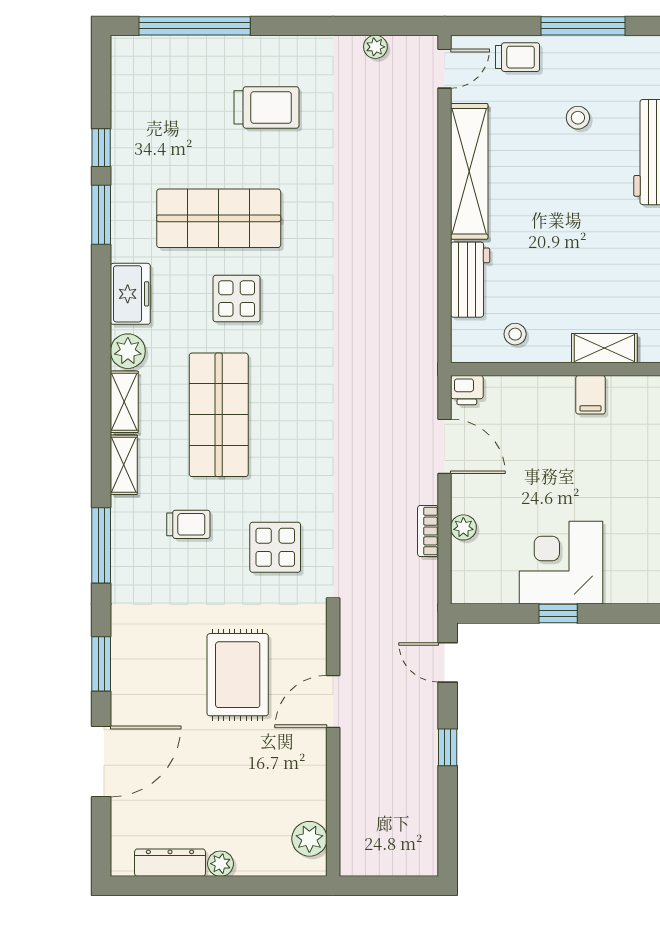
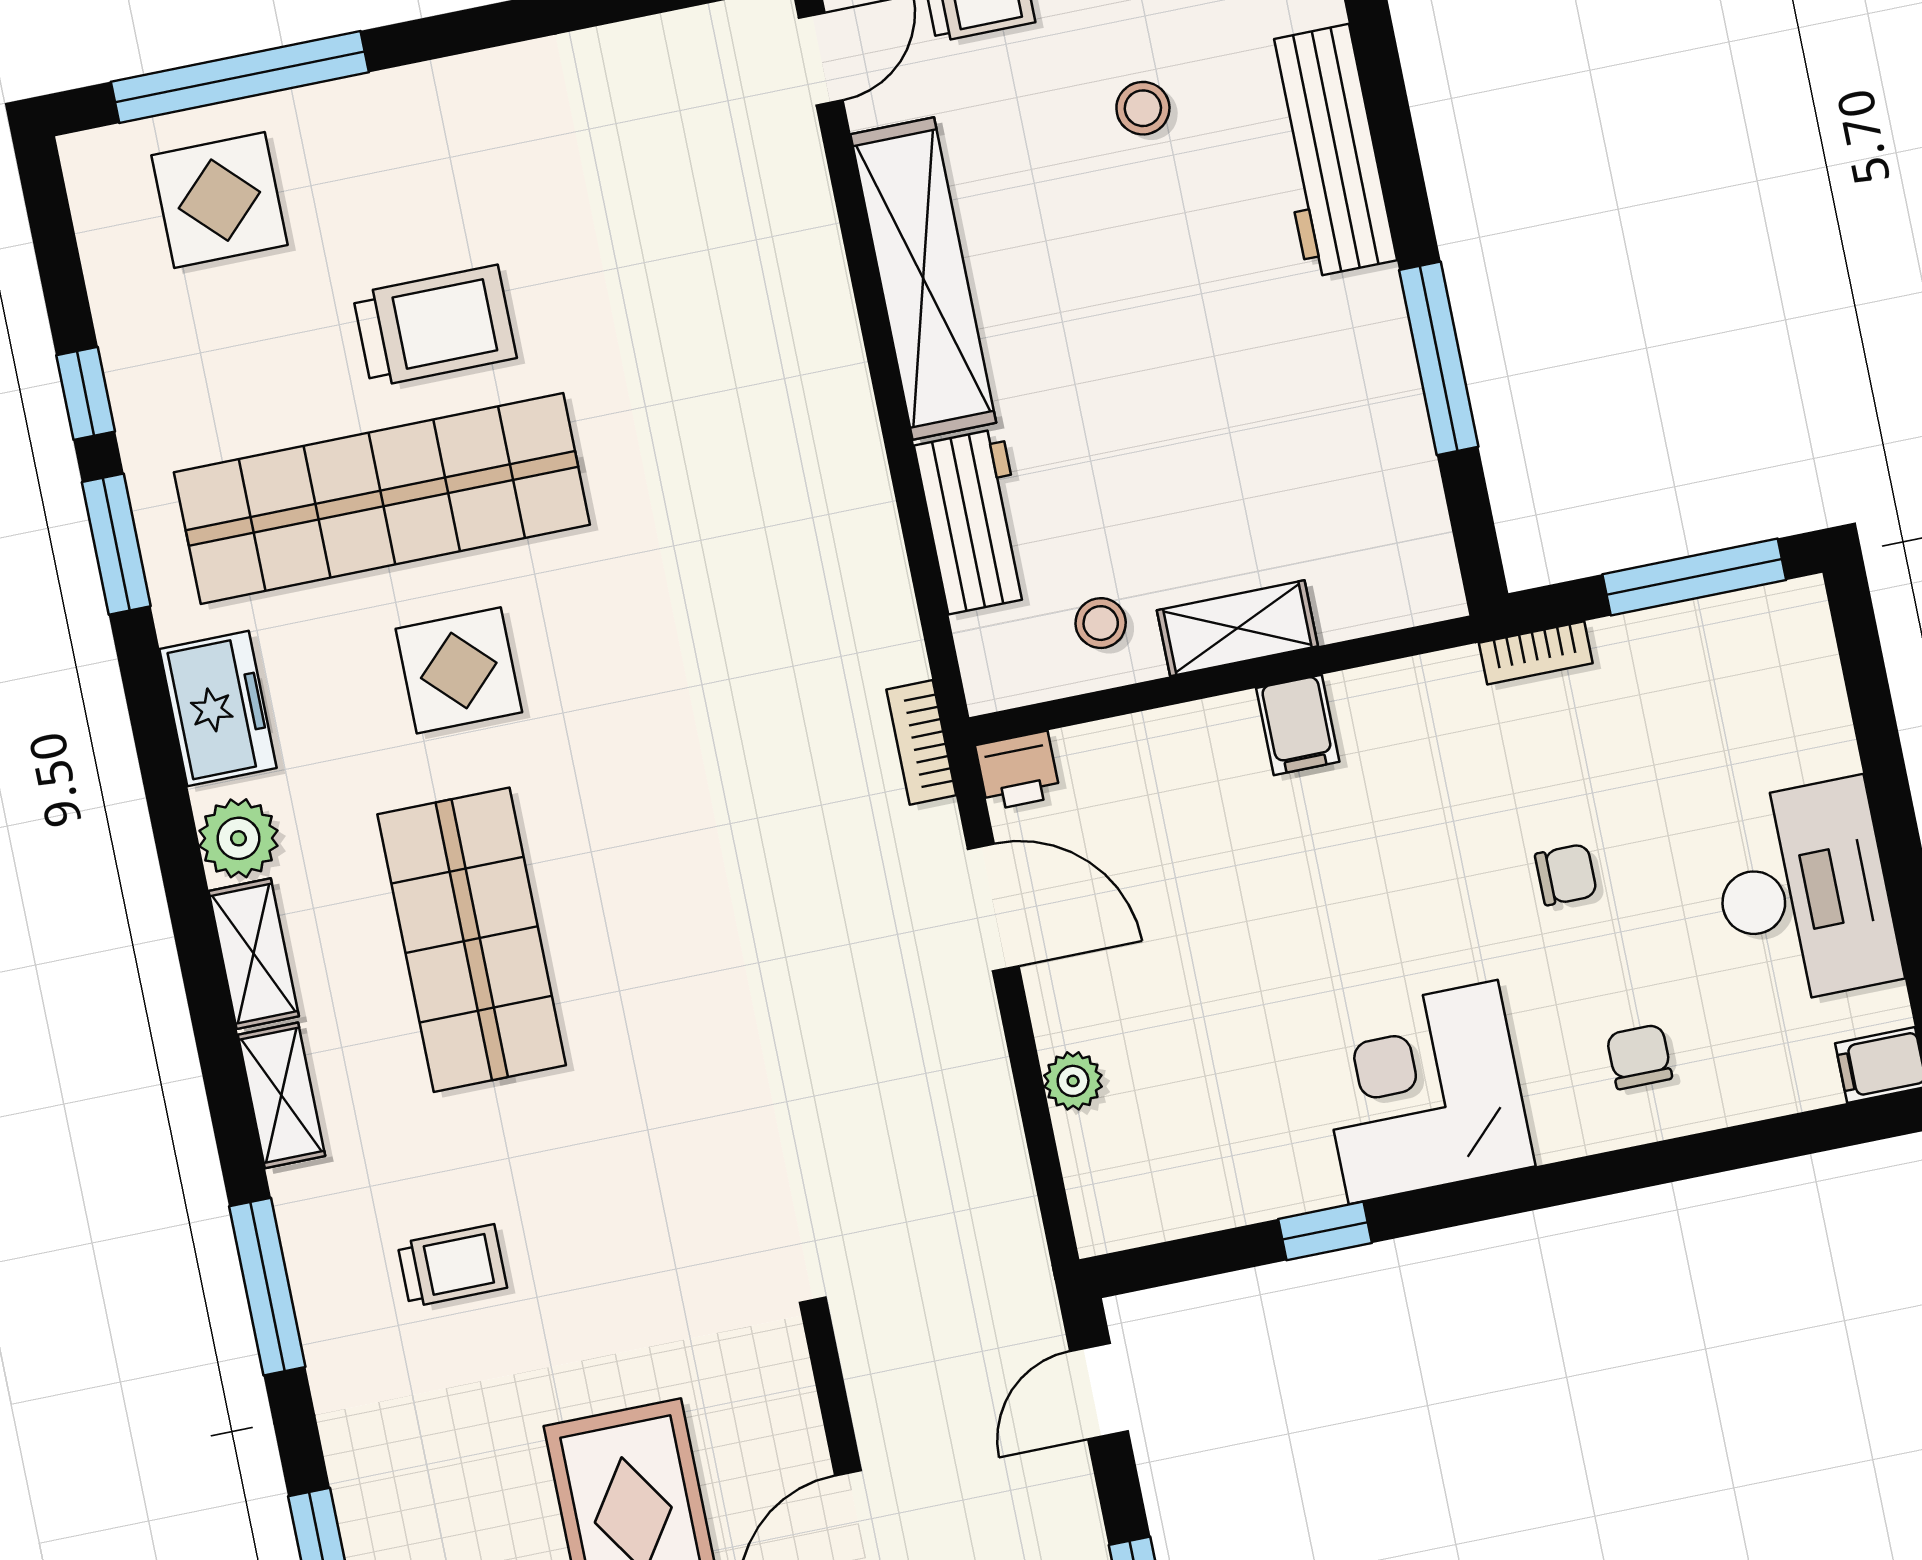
plant: (375, 47) -> (656, 42), removed
trolley: (267, 107) -> (435, 326), moved
shop shelf: (219, 218) -> (382, 498), width x1.40
shelving: (604, 348) -> (1237, 628), moved
trolley: (188, 524) -> (452, 1266), moved
bookcase: (428, 531) -> (921, 742), moved
display table: (275, 547) -> (219, 200), moved
corner desk: (561, 563) -> (1423, 1092), moved
door: (448, 662) -> (1099, 1391), hinge flipped

